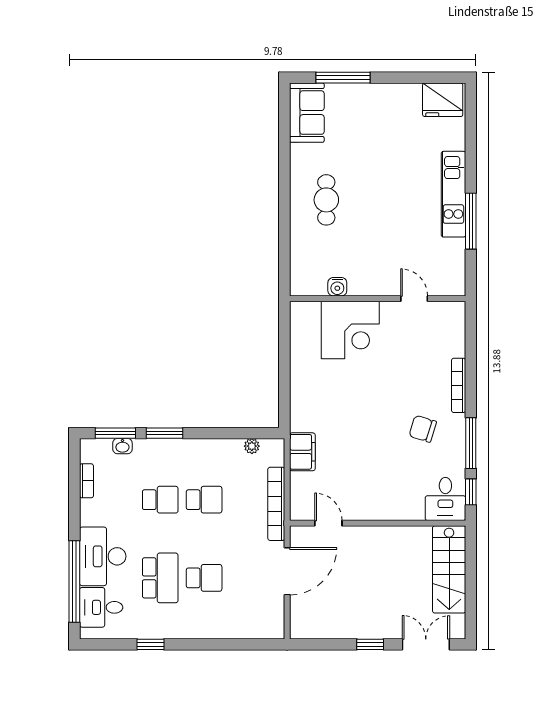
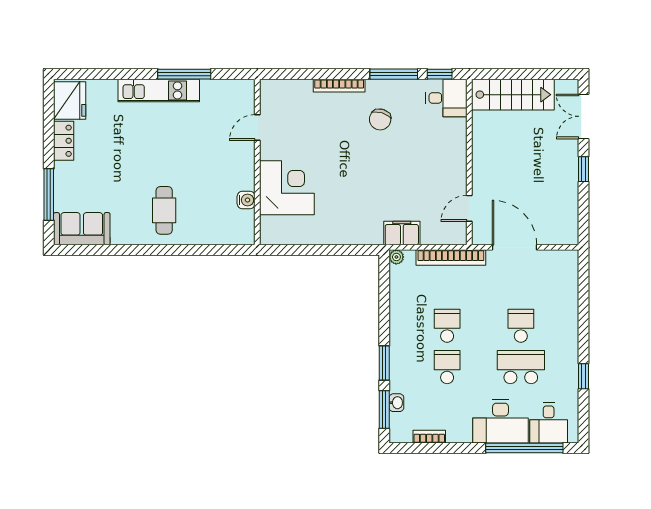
locker: (400, 93) -> (64, 141), added
cafe table: (326, 200) -> (164, 210), turned 90
plant: (252, 446) -> (396, 257), moved

